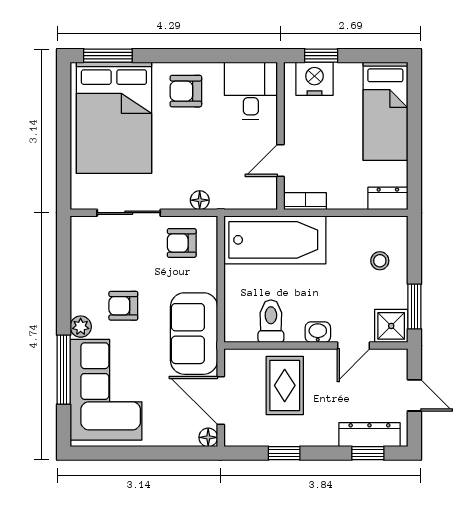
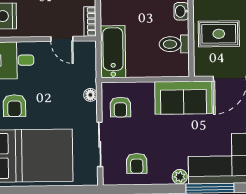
bathtub: (275, 240) -> (113, 52), width x0.73, depth x0.73
armchair: (123, 306) -> (137, 163), moved

